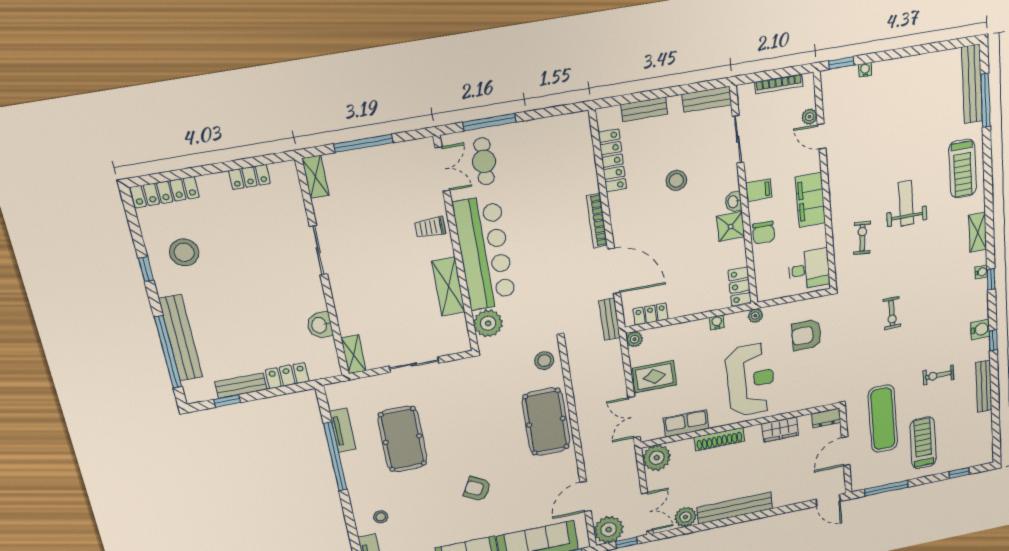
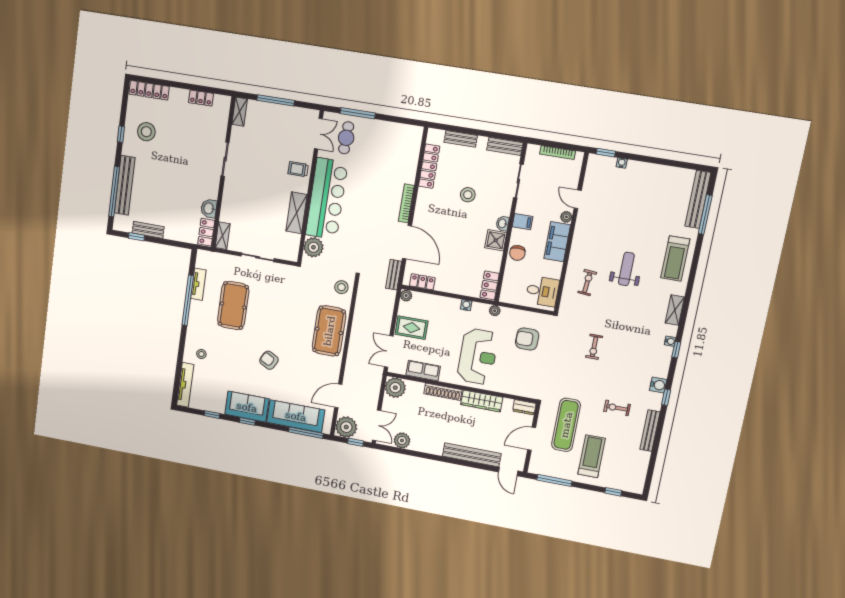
plant: (809, 117) -> (566, 217), moved
locker: (287, 376) -> (206, 232), moved, turned -90
wardrobe: (780, 429) -> (482, 401), width x1.50
bench: (735, 508) -> (472, 455), moved

